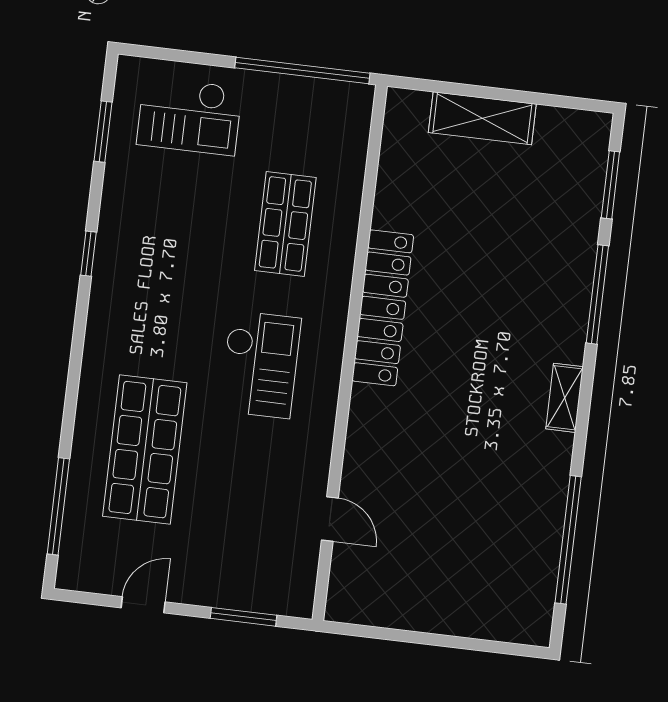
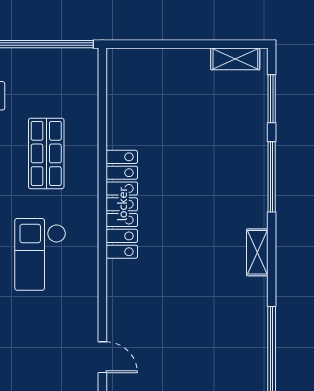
shelving: (482, 118) -> (235, 59), moved, width x0.67, depth x0.75
checkout: (260, 364) -> (40, 254), turned 180

